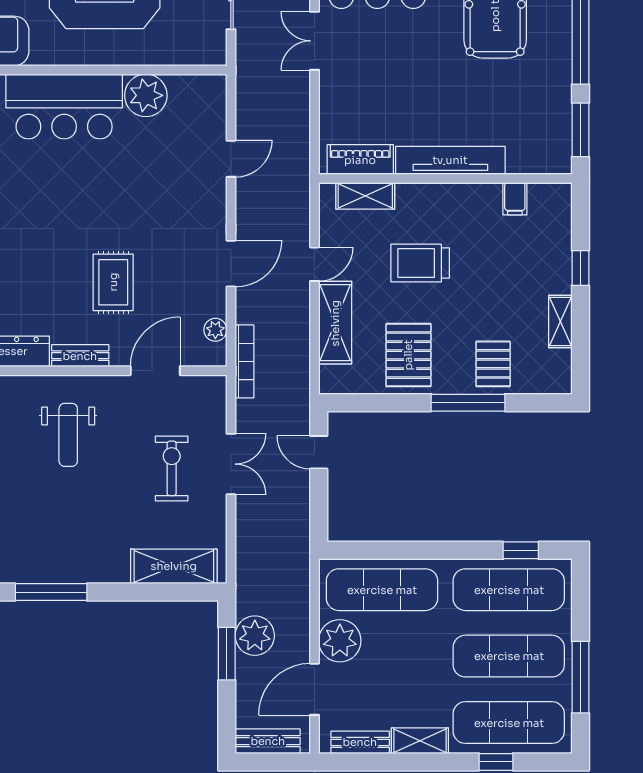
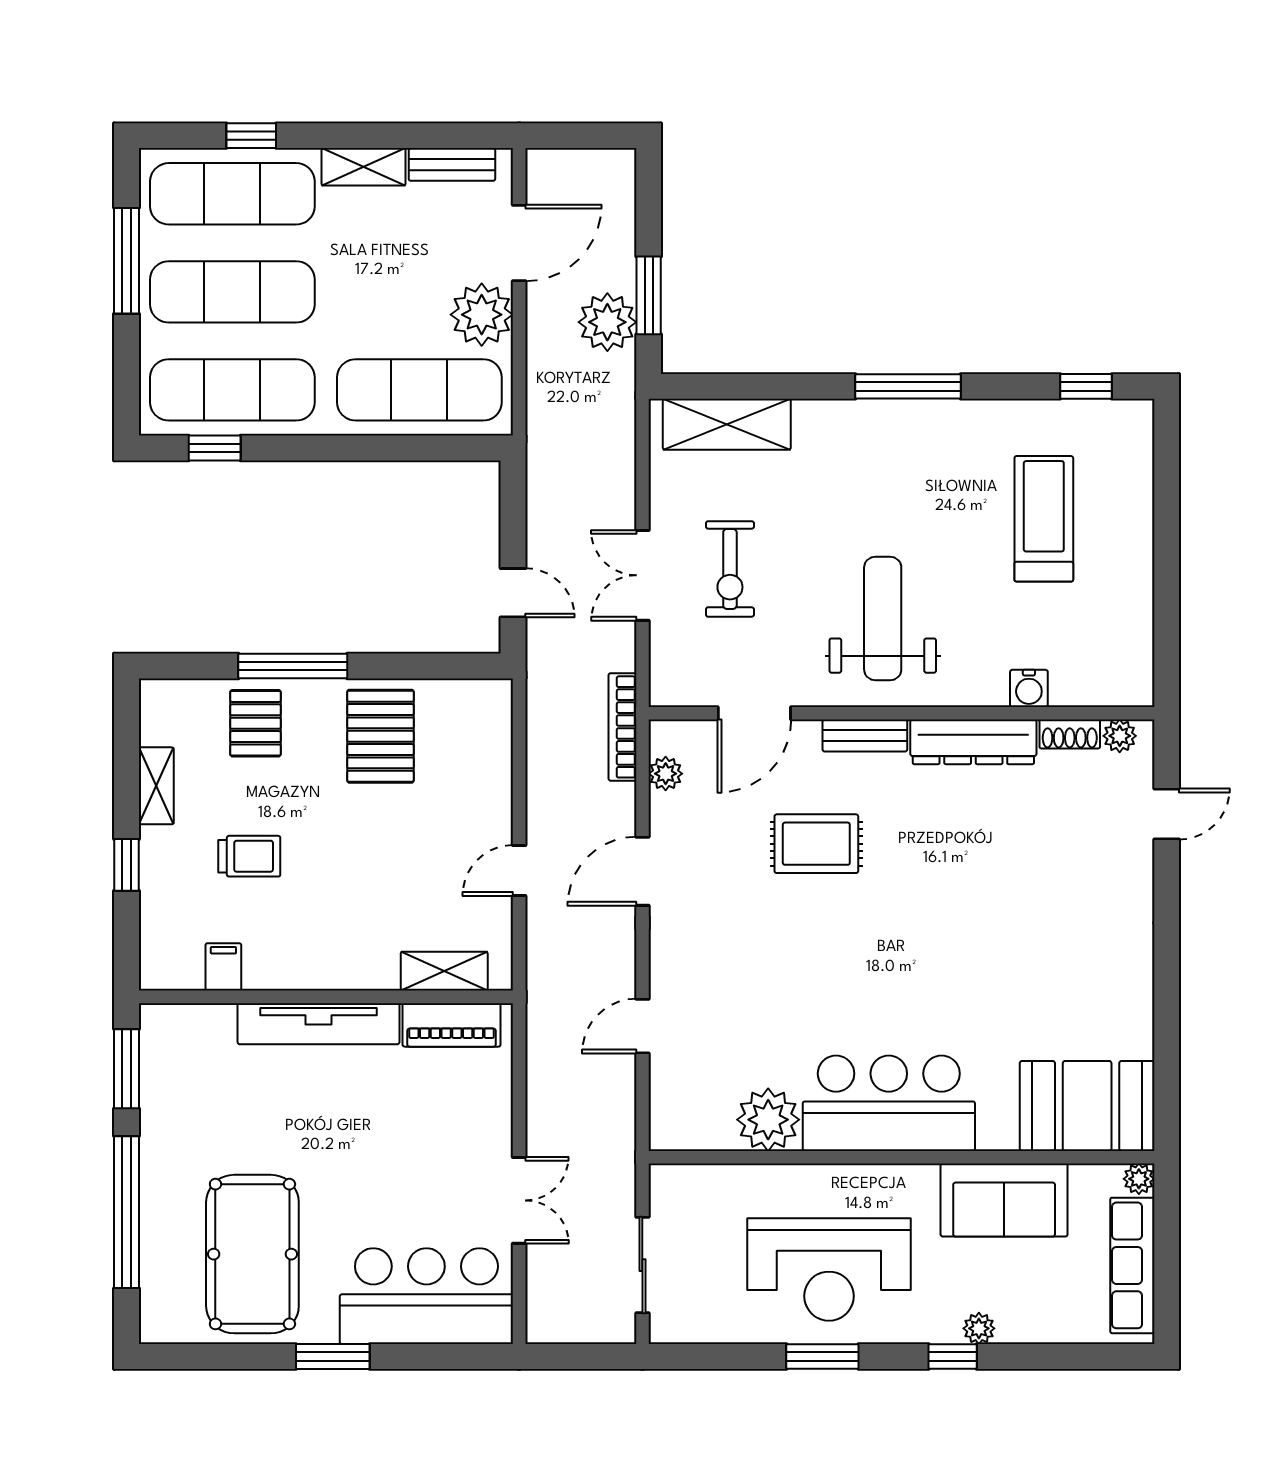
trolley: (420, 263) -> (249, 856), moved, width x0.73, depth x0.72
rug: (113, 282) -> (816, 844), turned 90
shelving: (335, 323) -> (489, 784), removed
weight bench: (68, 435) -> (883, 618), width x1.36, depth x1.33
bench: (268, 741) -> (588, 166), removed

